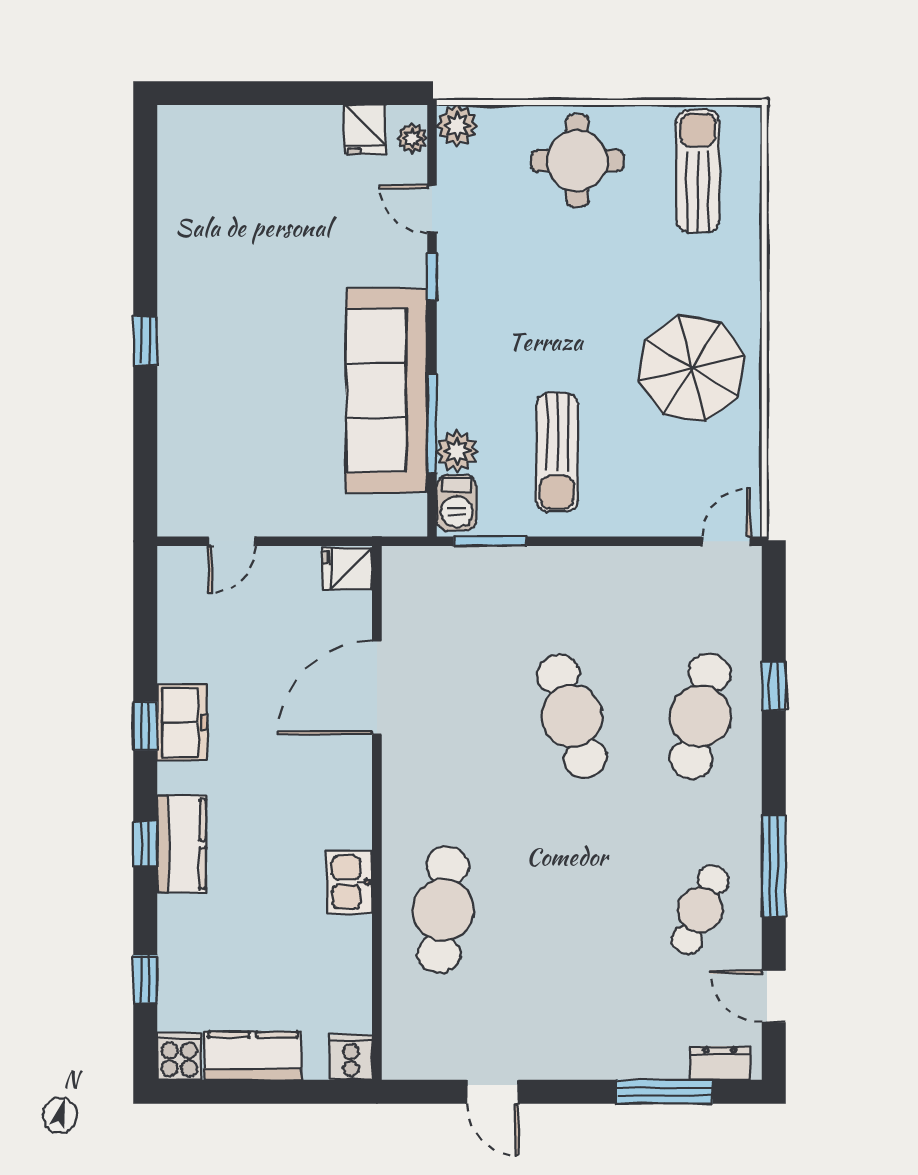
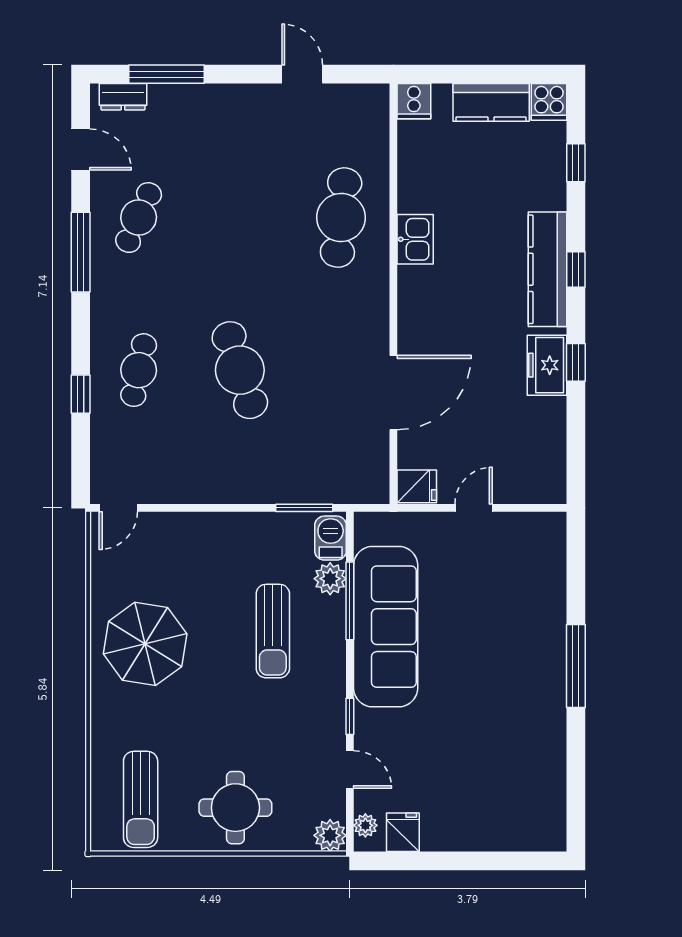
window: (145, 341) -> (576, 666), width x2.17
sun lounger: (557, 452) -> (273, 631), moved, turned 180
door: (232, 541) -> (474, 508), moved
cafe table: (700, 716) -> (139, 370), width x0.73, depth x0.74
kitchen counter: (181, 844) -> (547, 269), width x1.50

